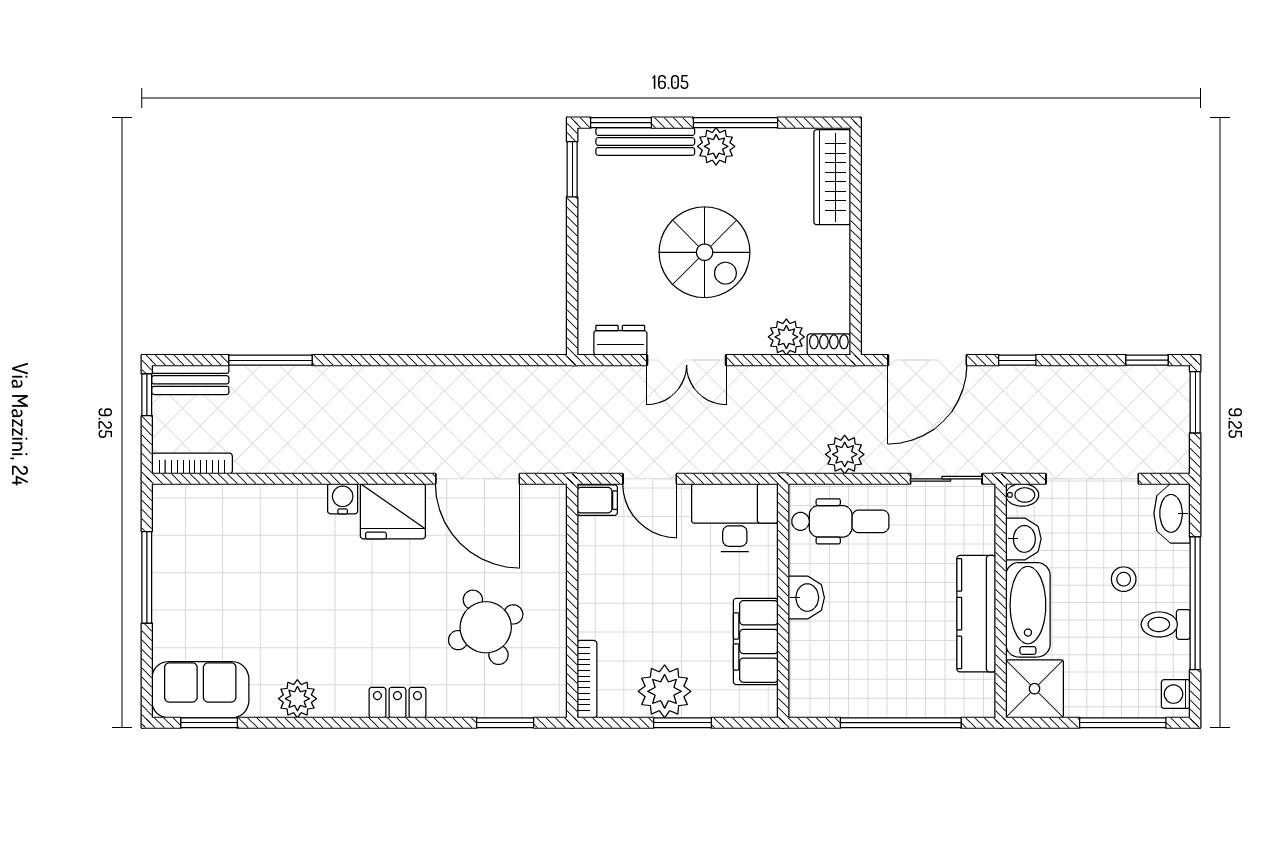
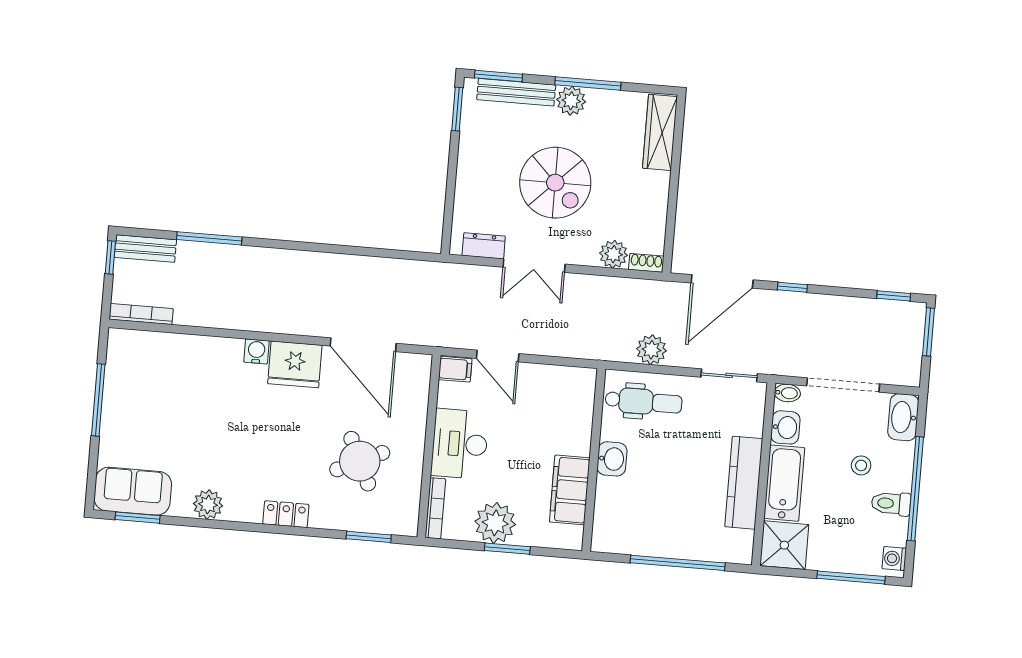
desk: (735, 518) -> (460, 444), moved, turned -90

